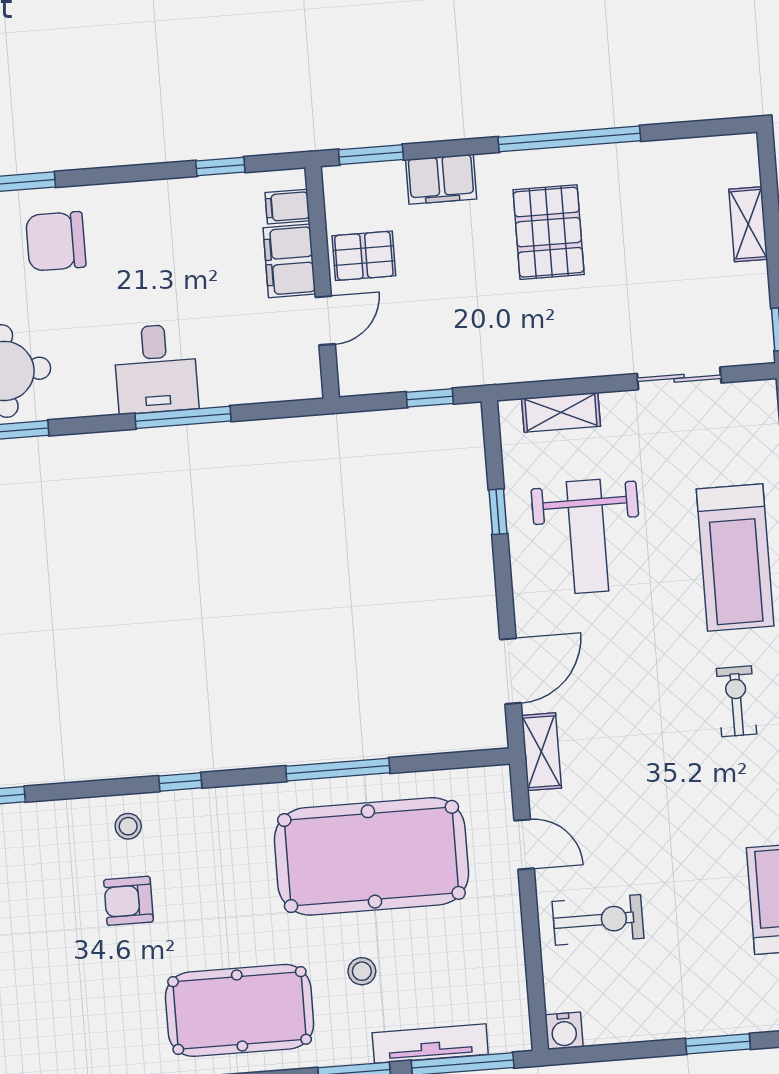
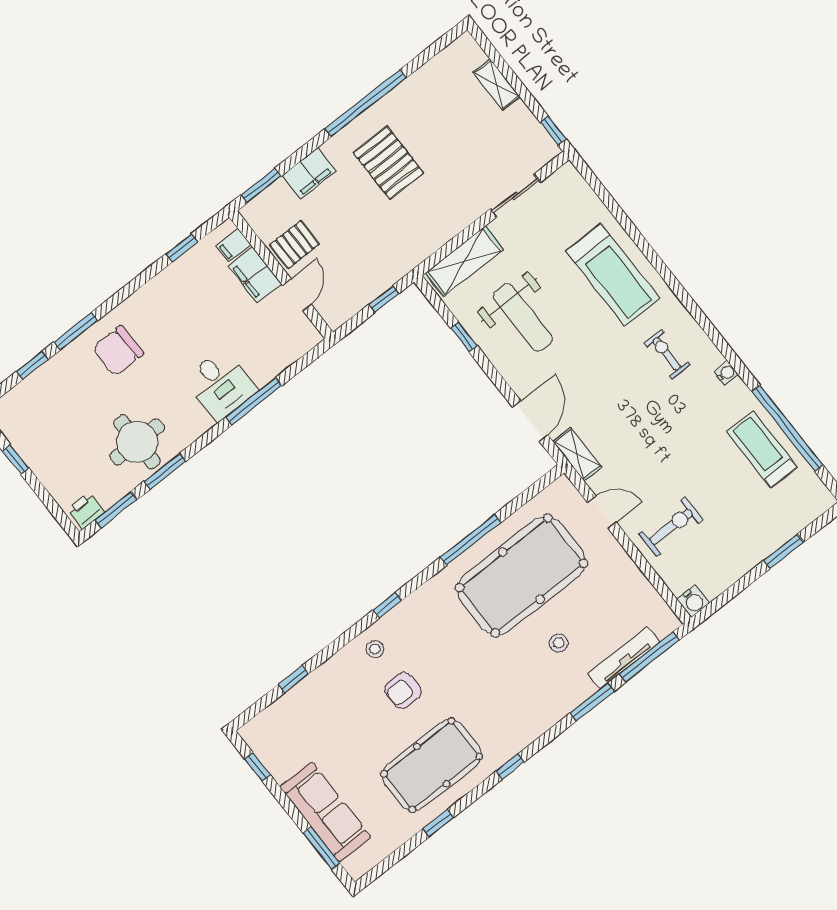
shelving: (561, 412) -> (464, 261), width x1.50, depth x1.33
pool table: (240, 1010) -> (432, 765), moved

